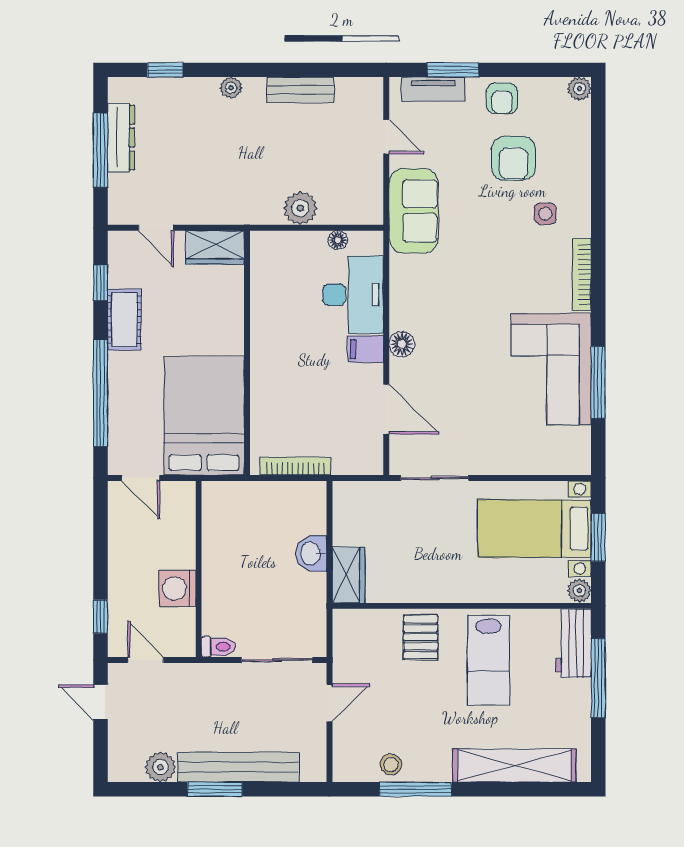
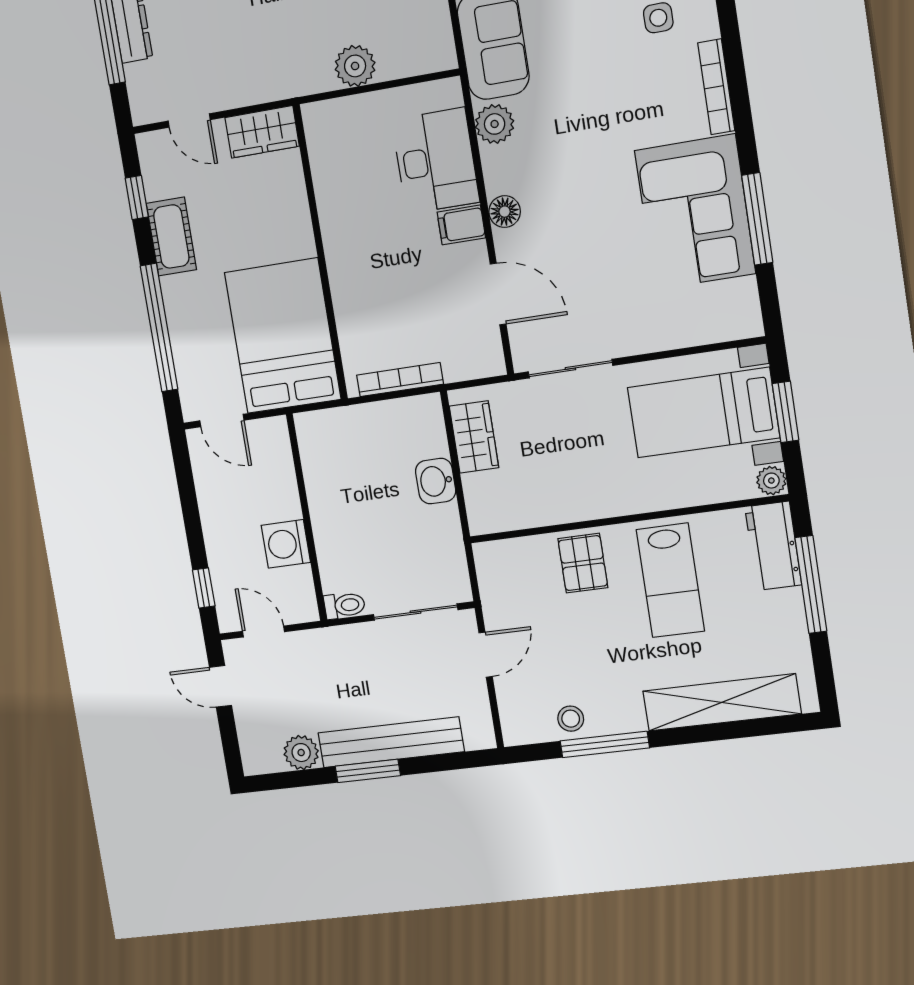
floor lamp: (338, 240) -> (406, 97), removed
plant: (405, 274) -> (495, 124), added
wardrobe: (348, 575) -> (474, 437), moved

